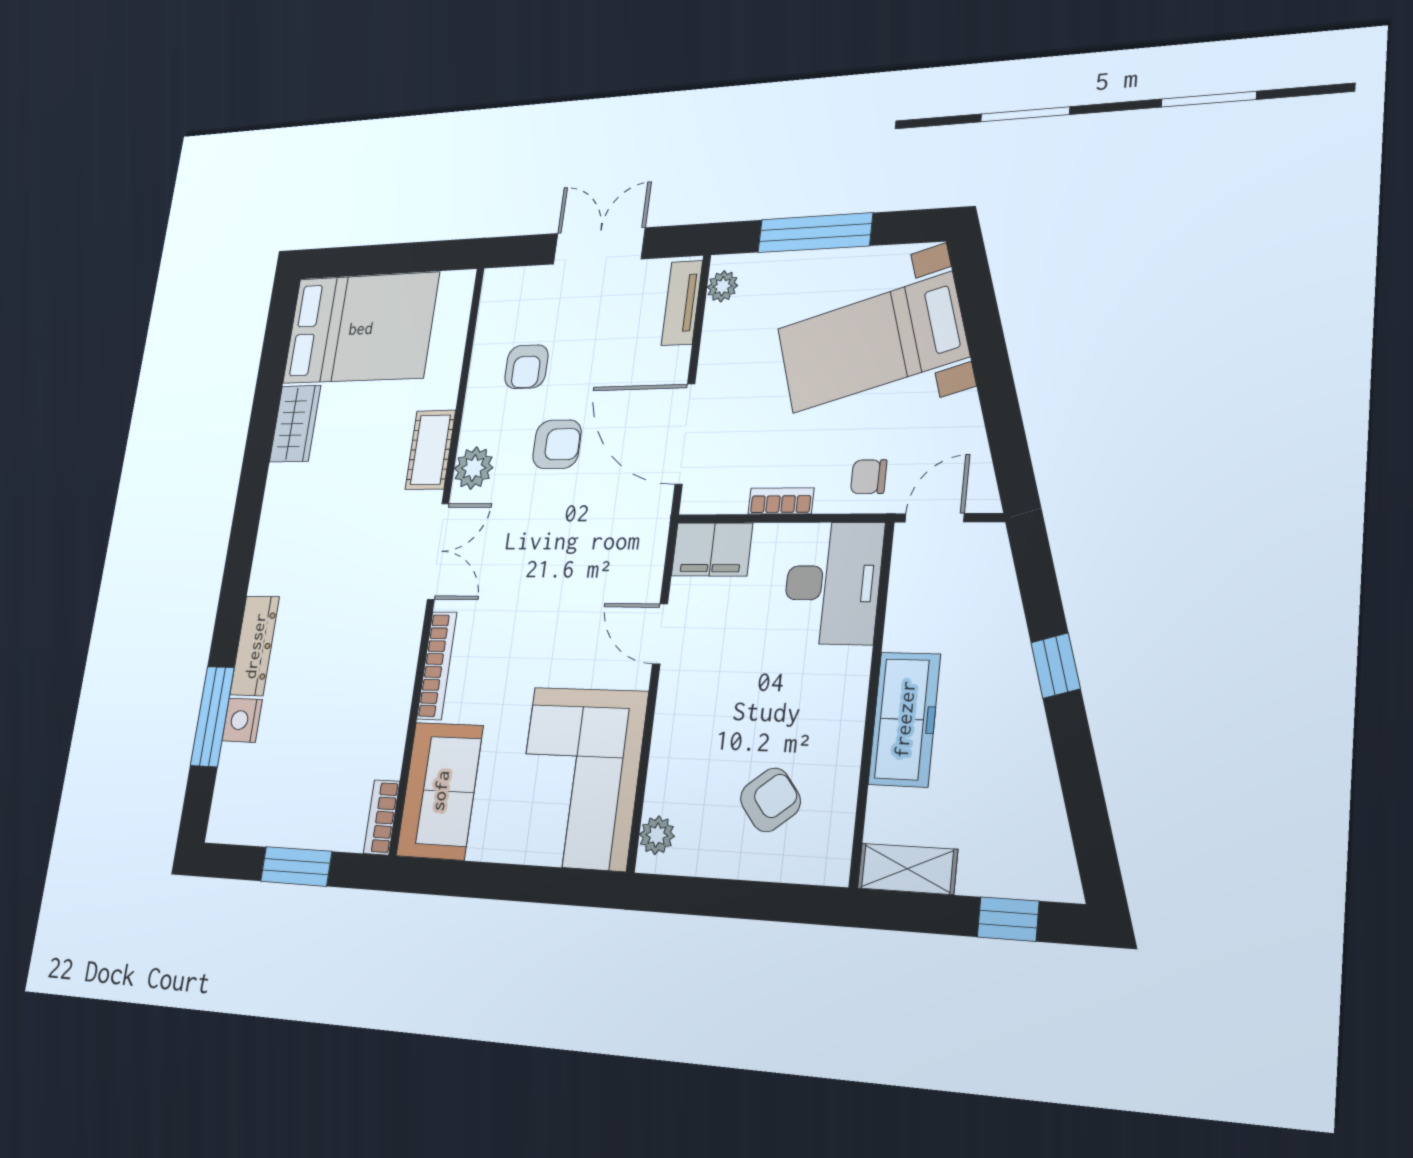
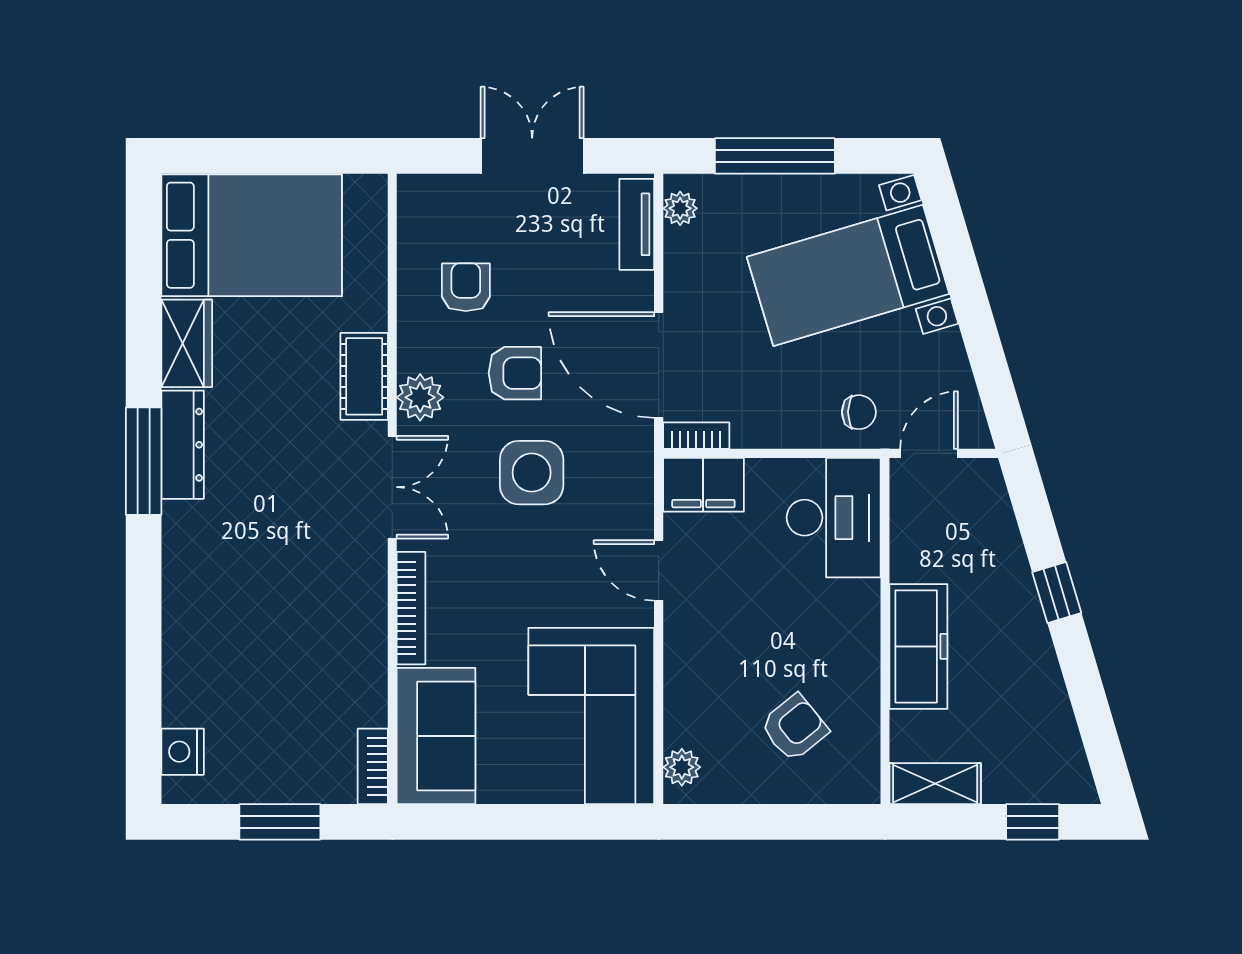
armchair: (526, 367) -> (466, 287), turned 180
chair: (869, 477) -> (859, 412), turned 180
bookcase: (781, 501) -> (696, 436), moved
side table: (559, 538) -> (532, 473), added
dresser: (255, 646) -> (183, 445), moved
window: (212, 716) -> (144, 461), moved
nightstand: (242, 720) -> (183, 752), moved

